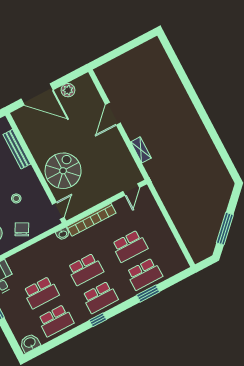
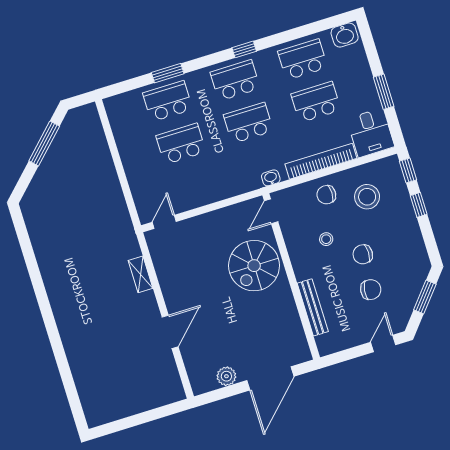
door: (37, 94) -> (270, 378), swing flipped
bookcase: (91, 220) -> (321, 161), moved
chair: (22, 229) -> (326, 195), turned 61

